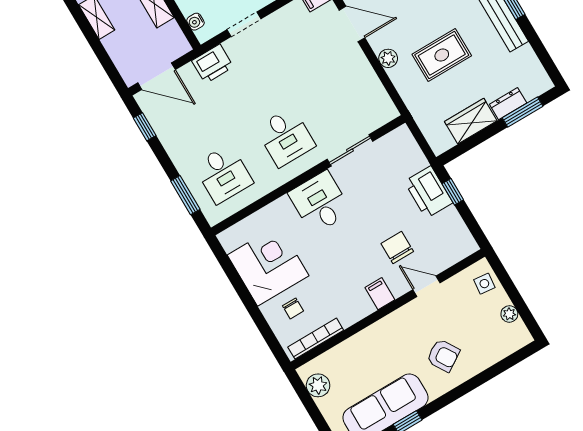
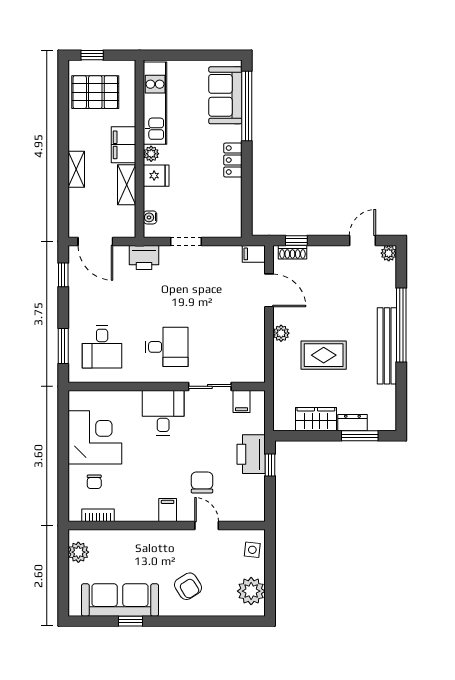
desk: (286, 137) -> (167, 347), turned -90
filing cabinet: (389, 147) -> (242, 401), added
plant: (509, 314) -> (251, 591), width x1.88, depth x1.88
bookcase: (316, 339) -> (98, 515), width x0.64

